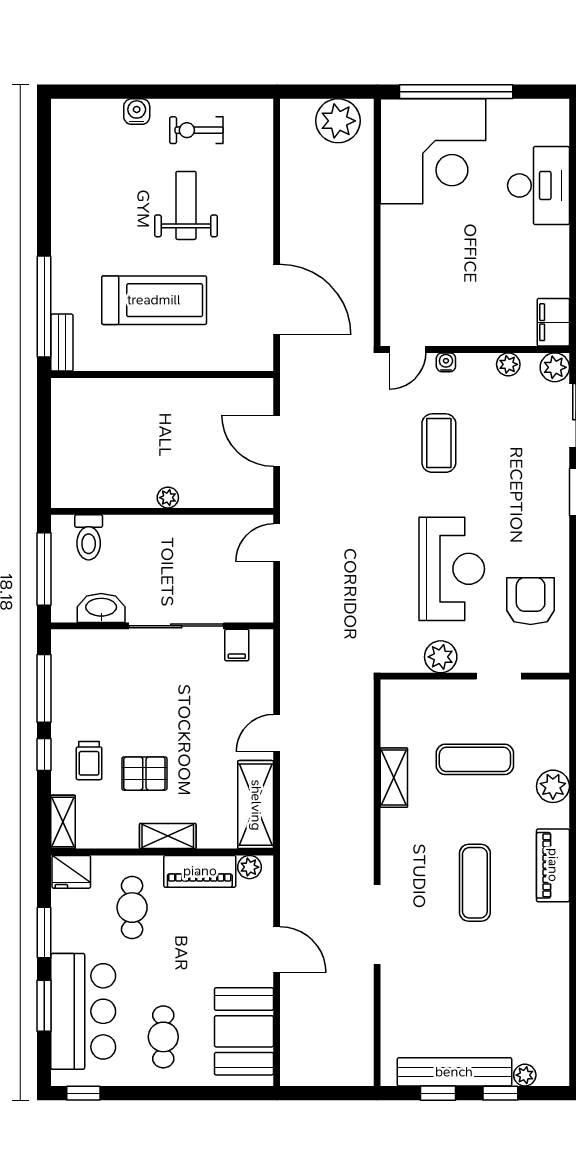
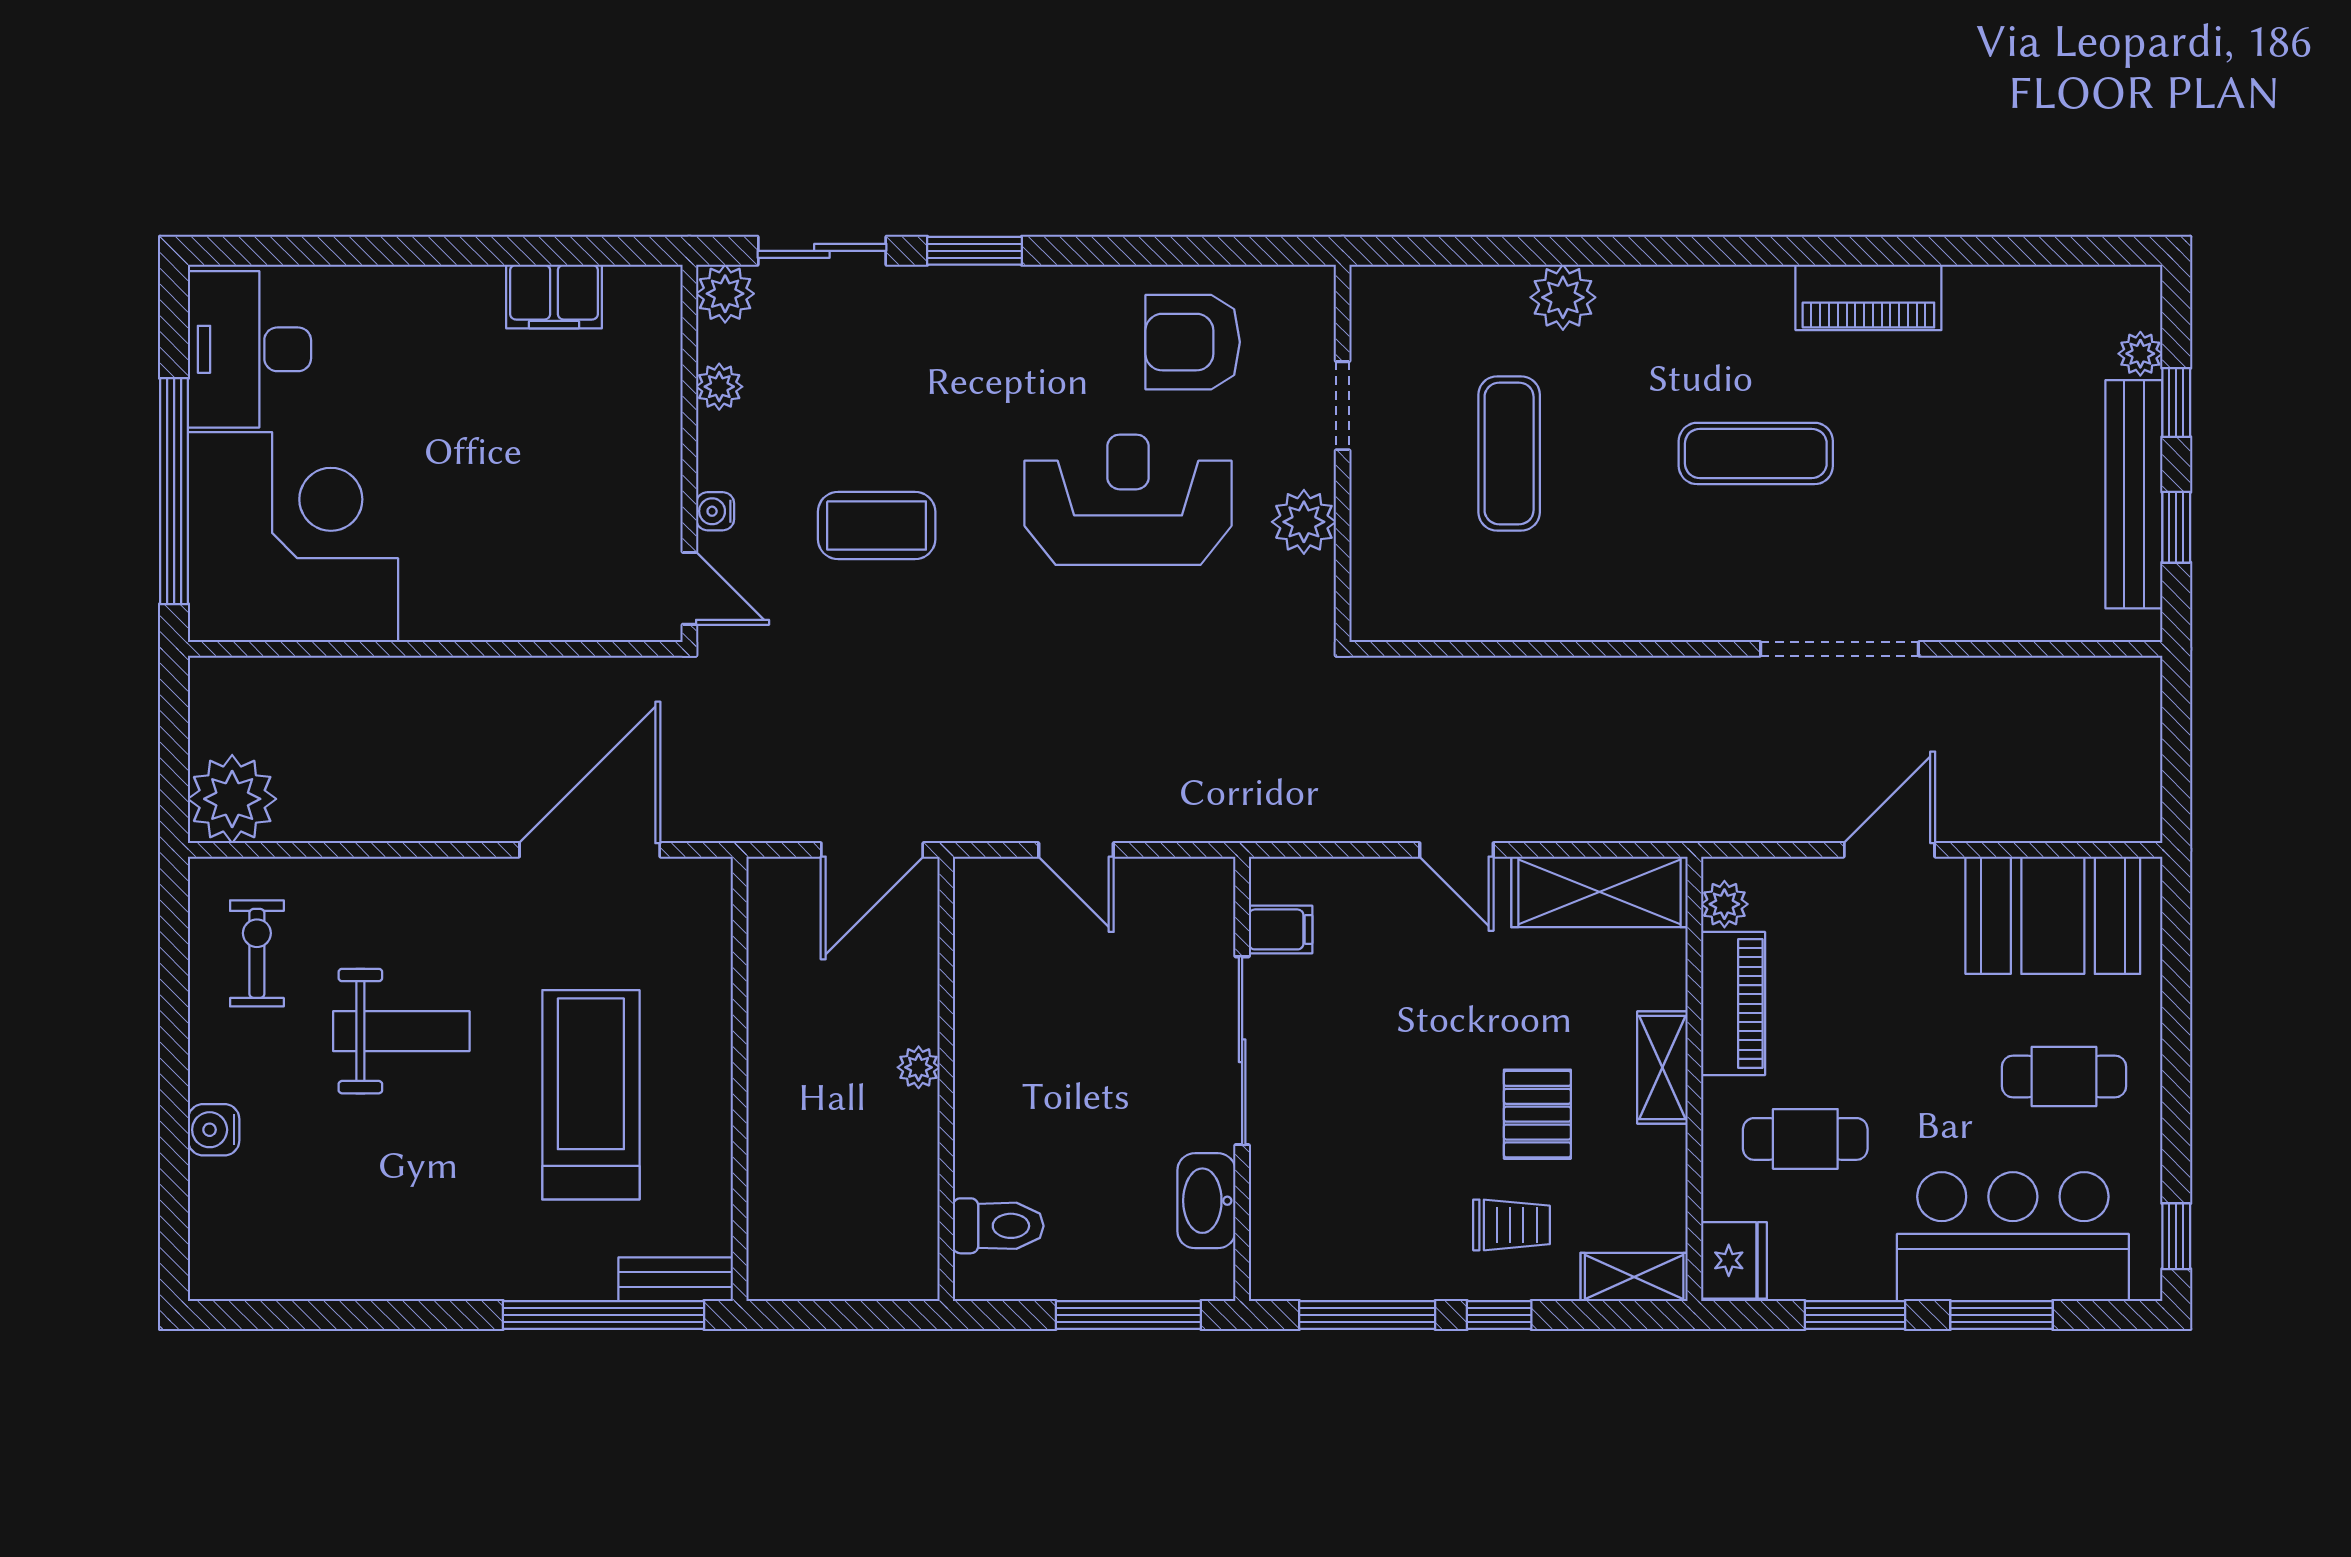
plant: (338, 121) -> (232, 799), moved
exercise bike: (196, 130) -> (257, 953), moved, turned 180
desk: (538, 185) -> (250, 349), moved, turned -90
weight bench: (186, 205) -> (401, 1031), turned 180
filing cabinet: (553, 322) -> (554, 297), moved
plant: (168, 498) -> (919, 1067), moved
wall: (162, 511) -> (946, 1079), moved
toilet: (89, 537) -> (998, 1226), moved
shelving: (394, 778) -> (1545, 615), removed
piano: (553, 865) -> (1868, 297), moved

